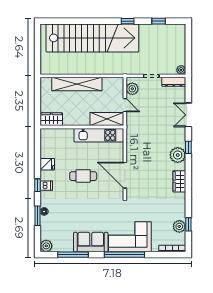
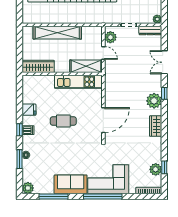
wardrobe: (51, 119) -> (38, 66), width x1.50
door: (125, 175) -> (103, 120), swing flipped

